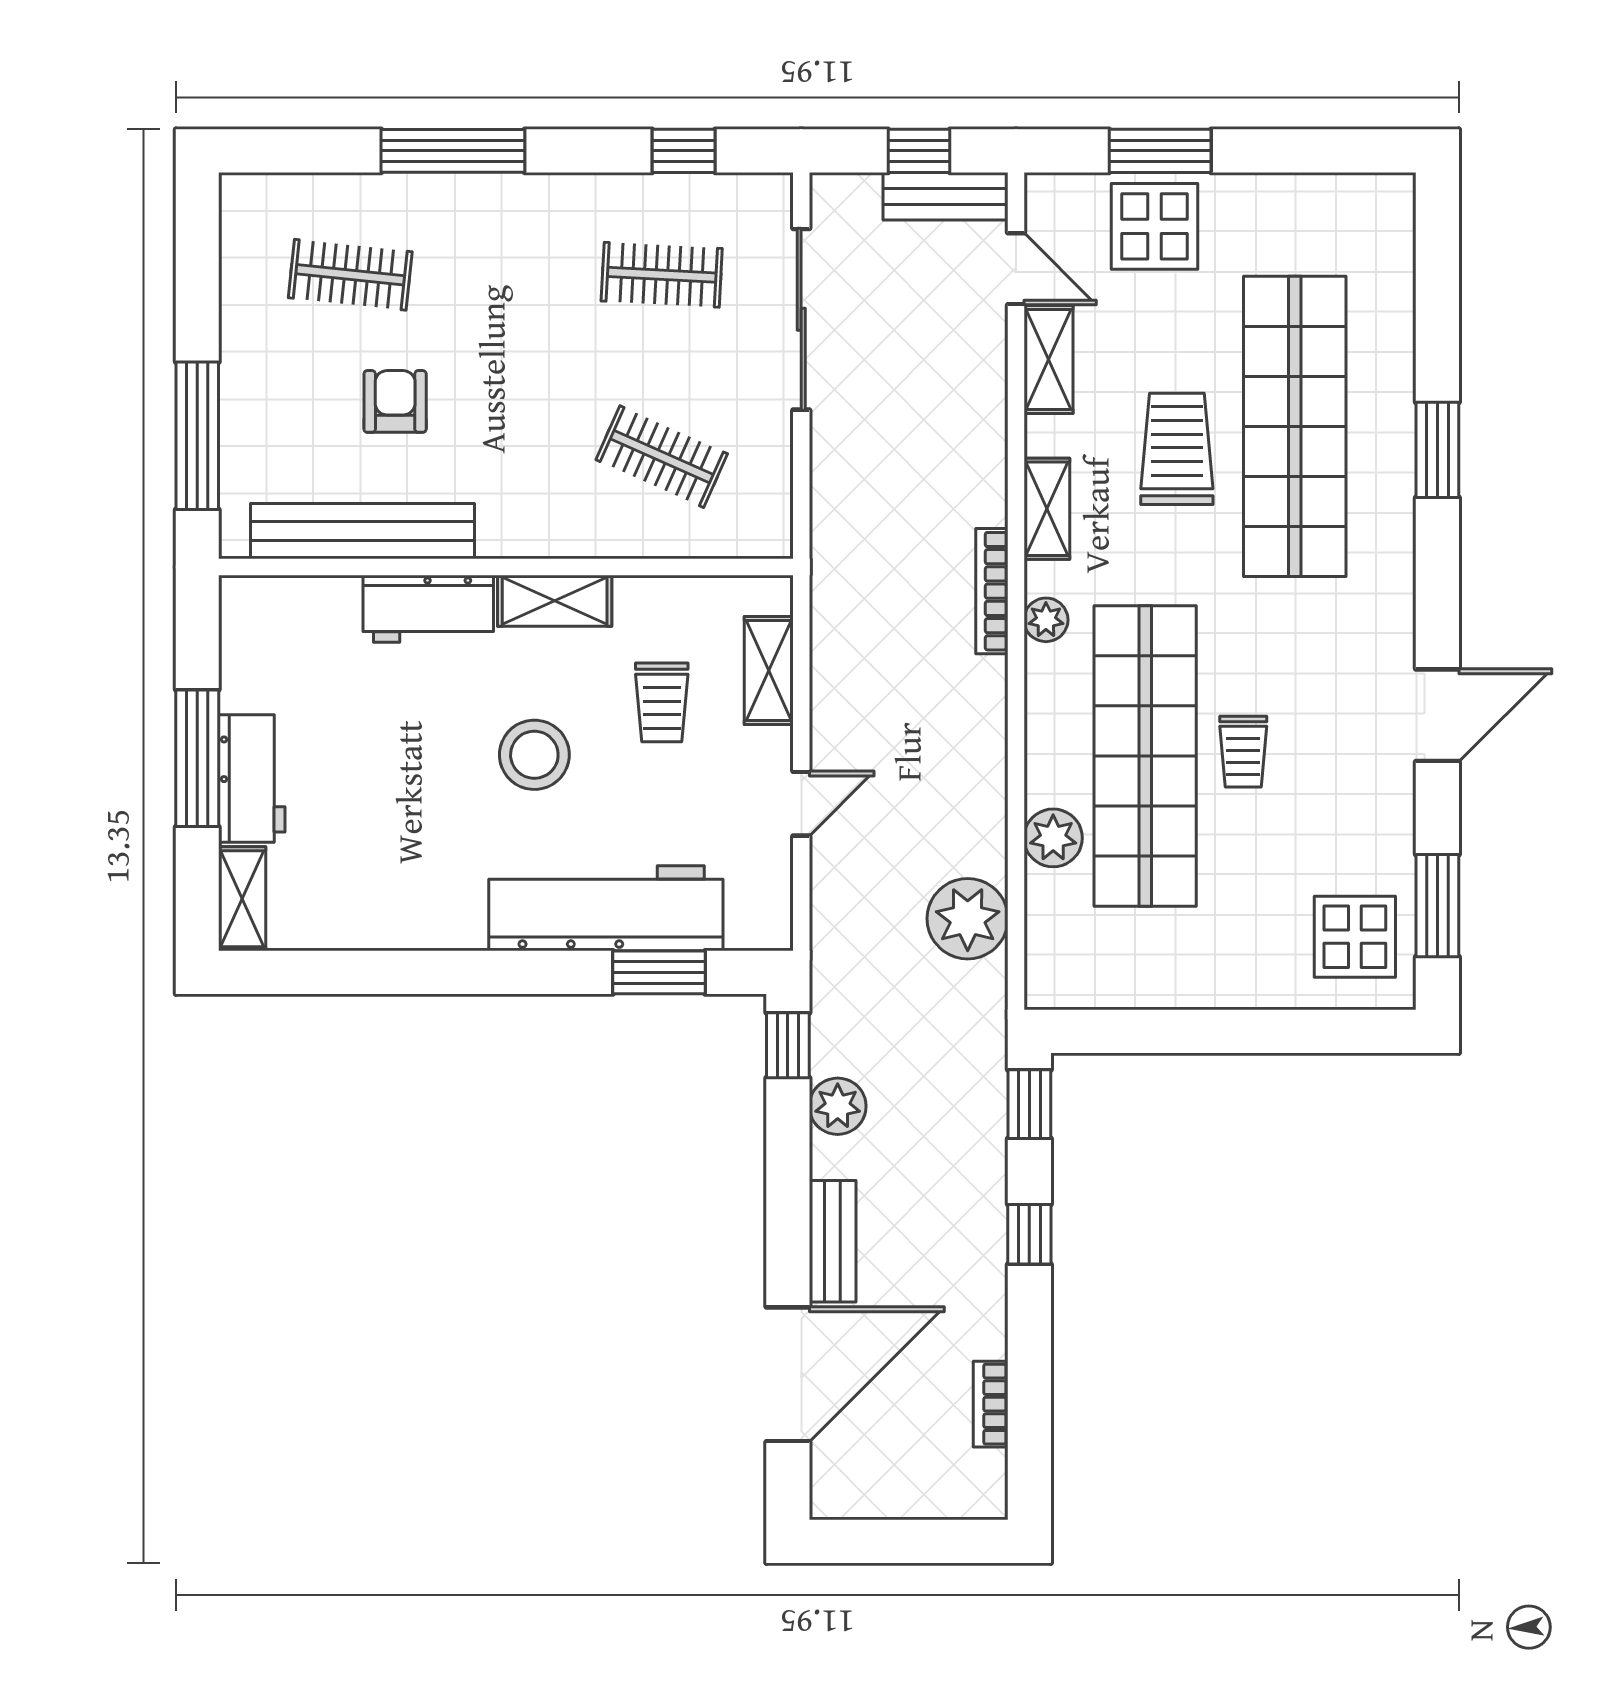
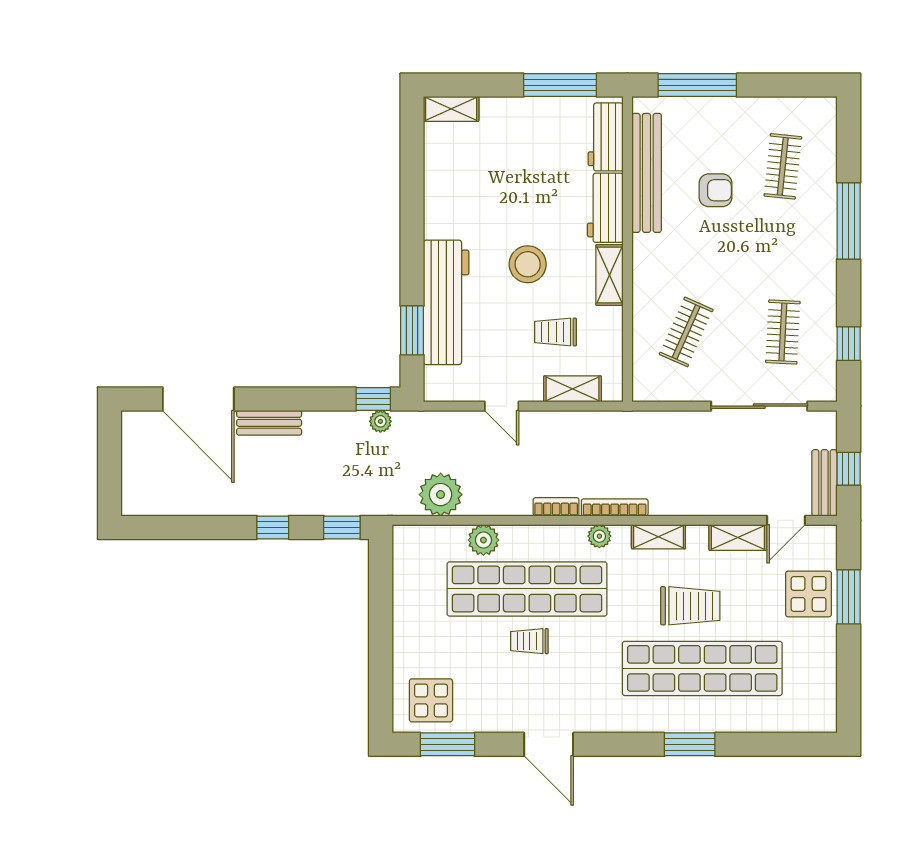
window: (197, 758) -> (560, 85), moved
workbench: (252, 778) -> (606, 137), moved, turned 90
plant: (838, 1106) -> (380, 421), moved, width x0.73, depth x0.73
bookcase: (991, 1404) -> (556, 507), moved

